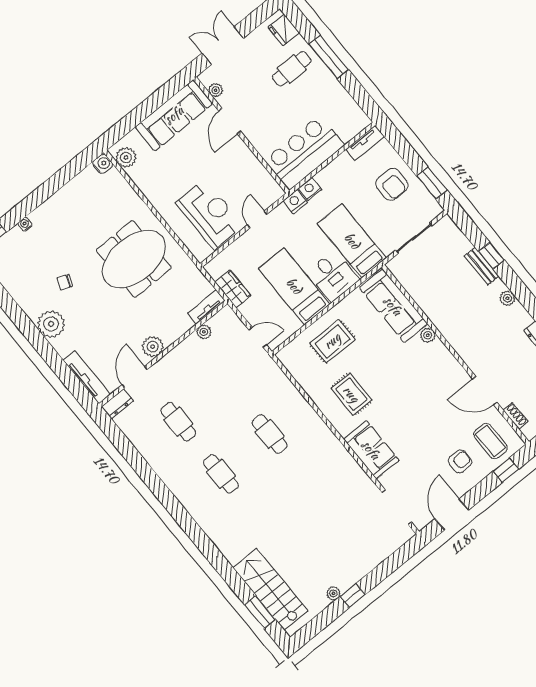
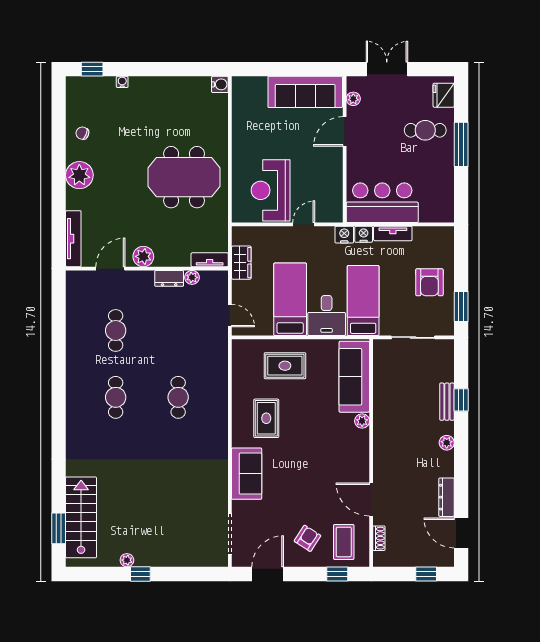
tv unit: (365, 143) -> (393, 233), moved
plant: (126, 158) -> (242, 94), removed
reception desk: (210, 214) -> (271, 190), turned 180
chair: (65, 282) -> (82, 133), moved
dresser: (117, 404) -> (169, 278), moved
armchair: (460, 461) -> (307, 538), turned -57

